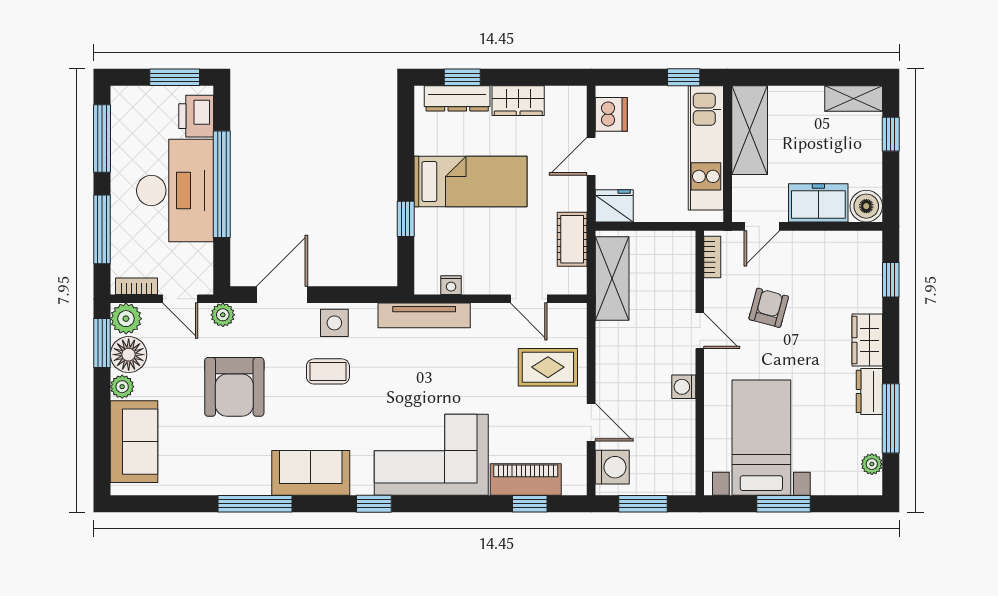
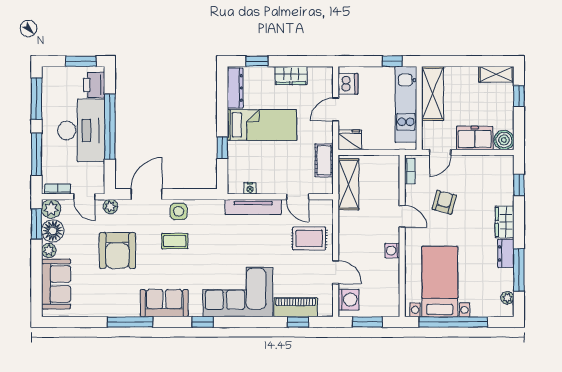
dresser: (457, 98) -> (235, 88), moved, turned -90
tv unit: (424, 315) -> (253, 207), moved
window: (783, 504) -> (453, 322), width x2.11

